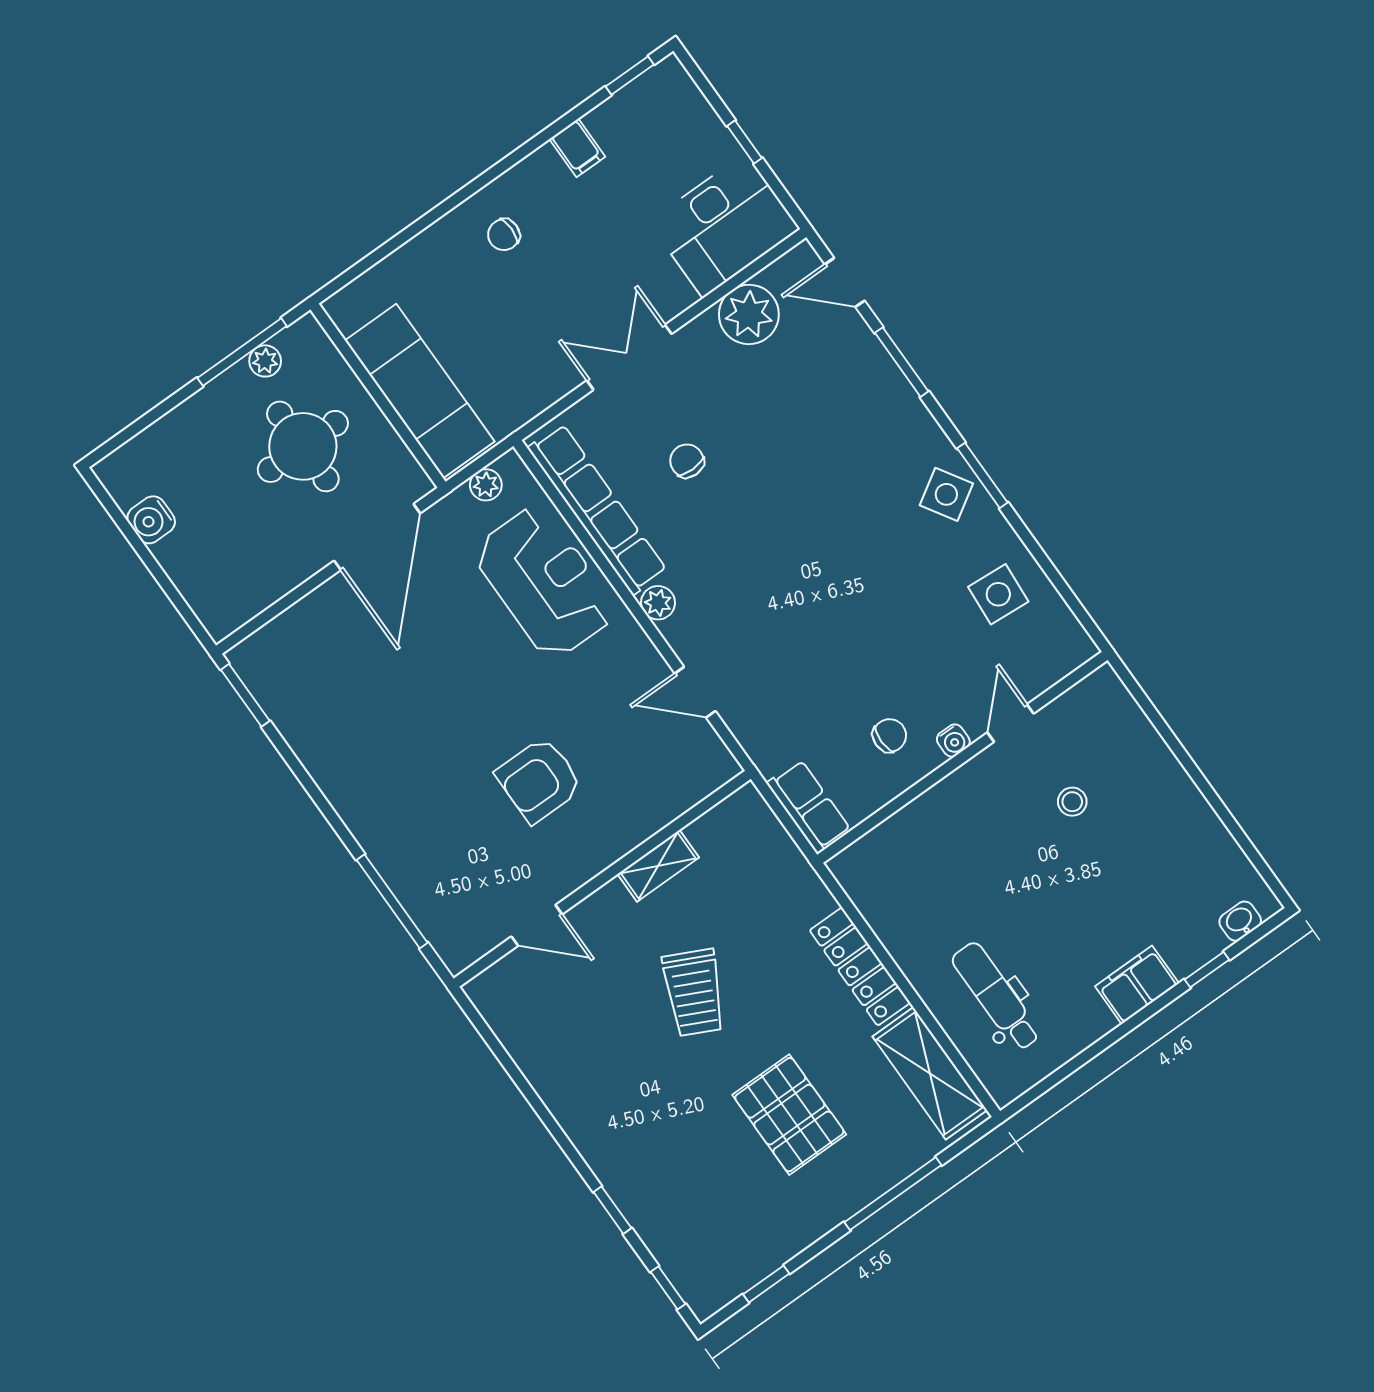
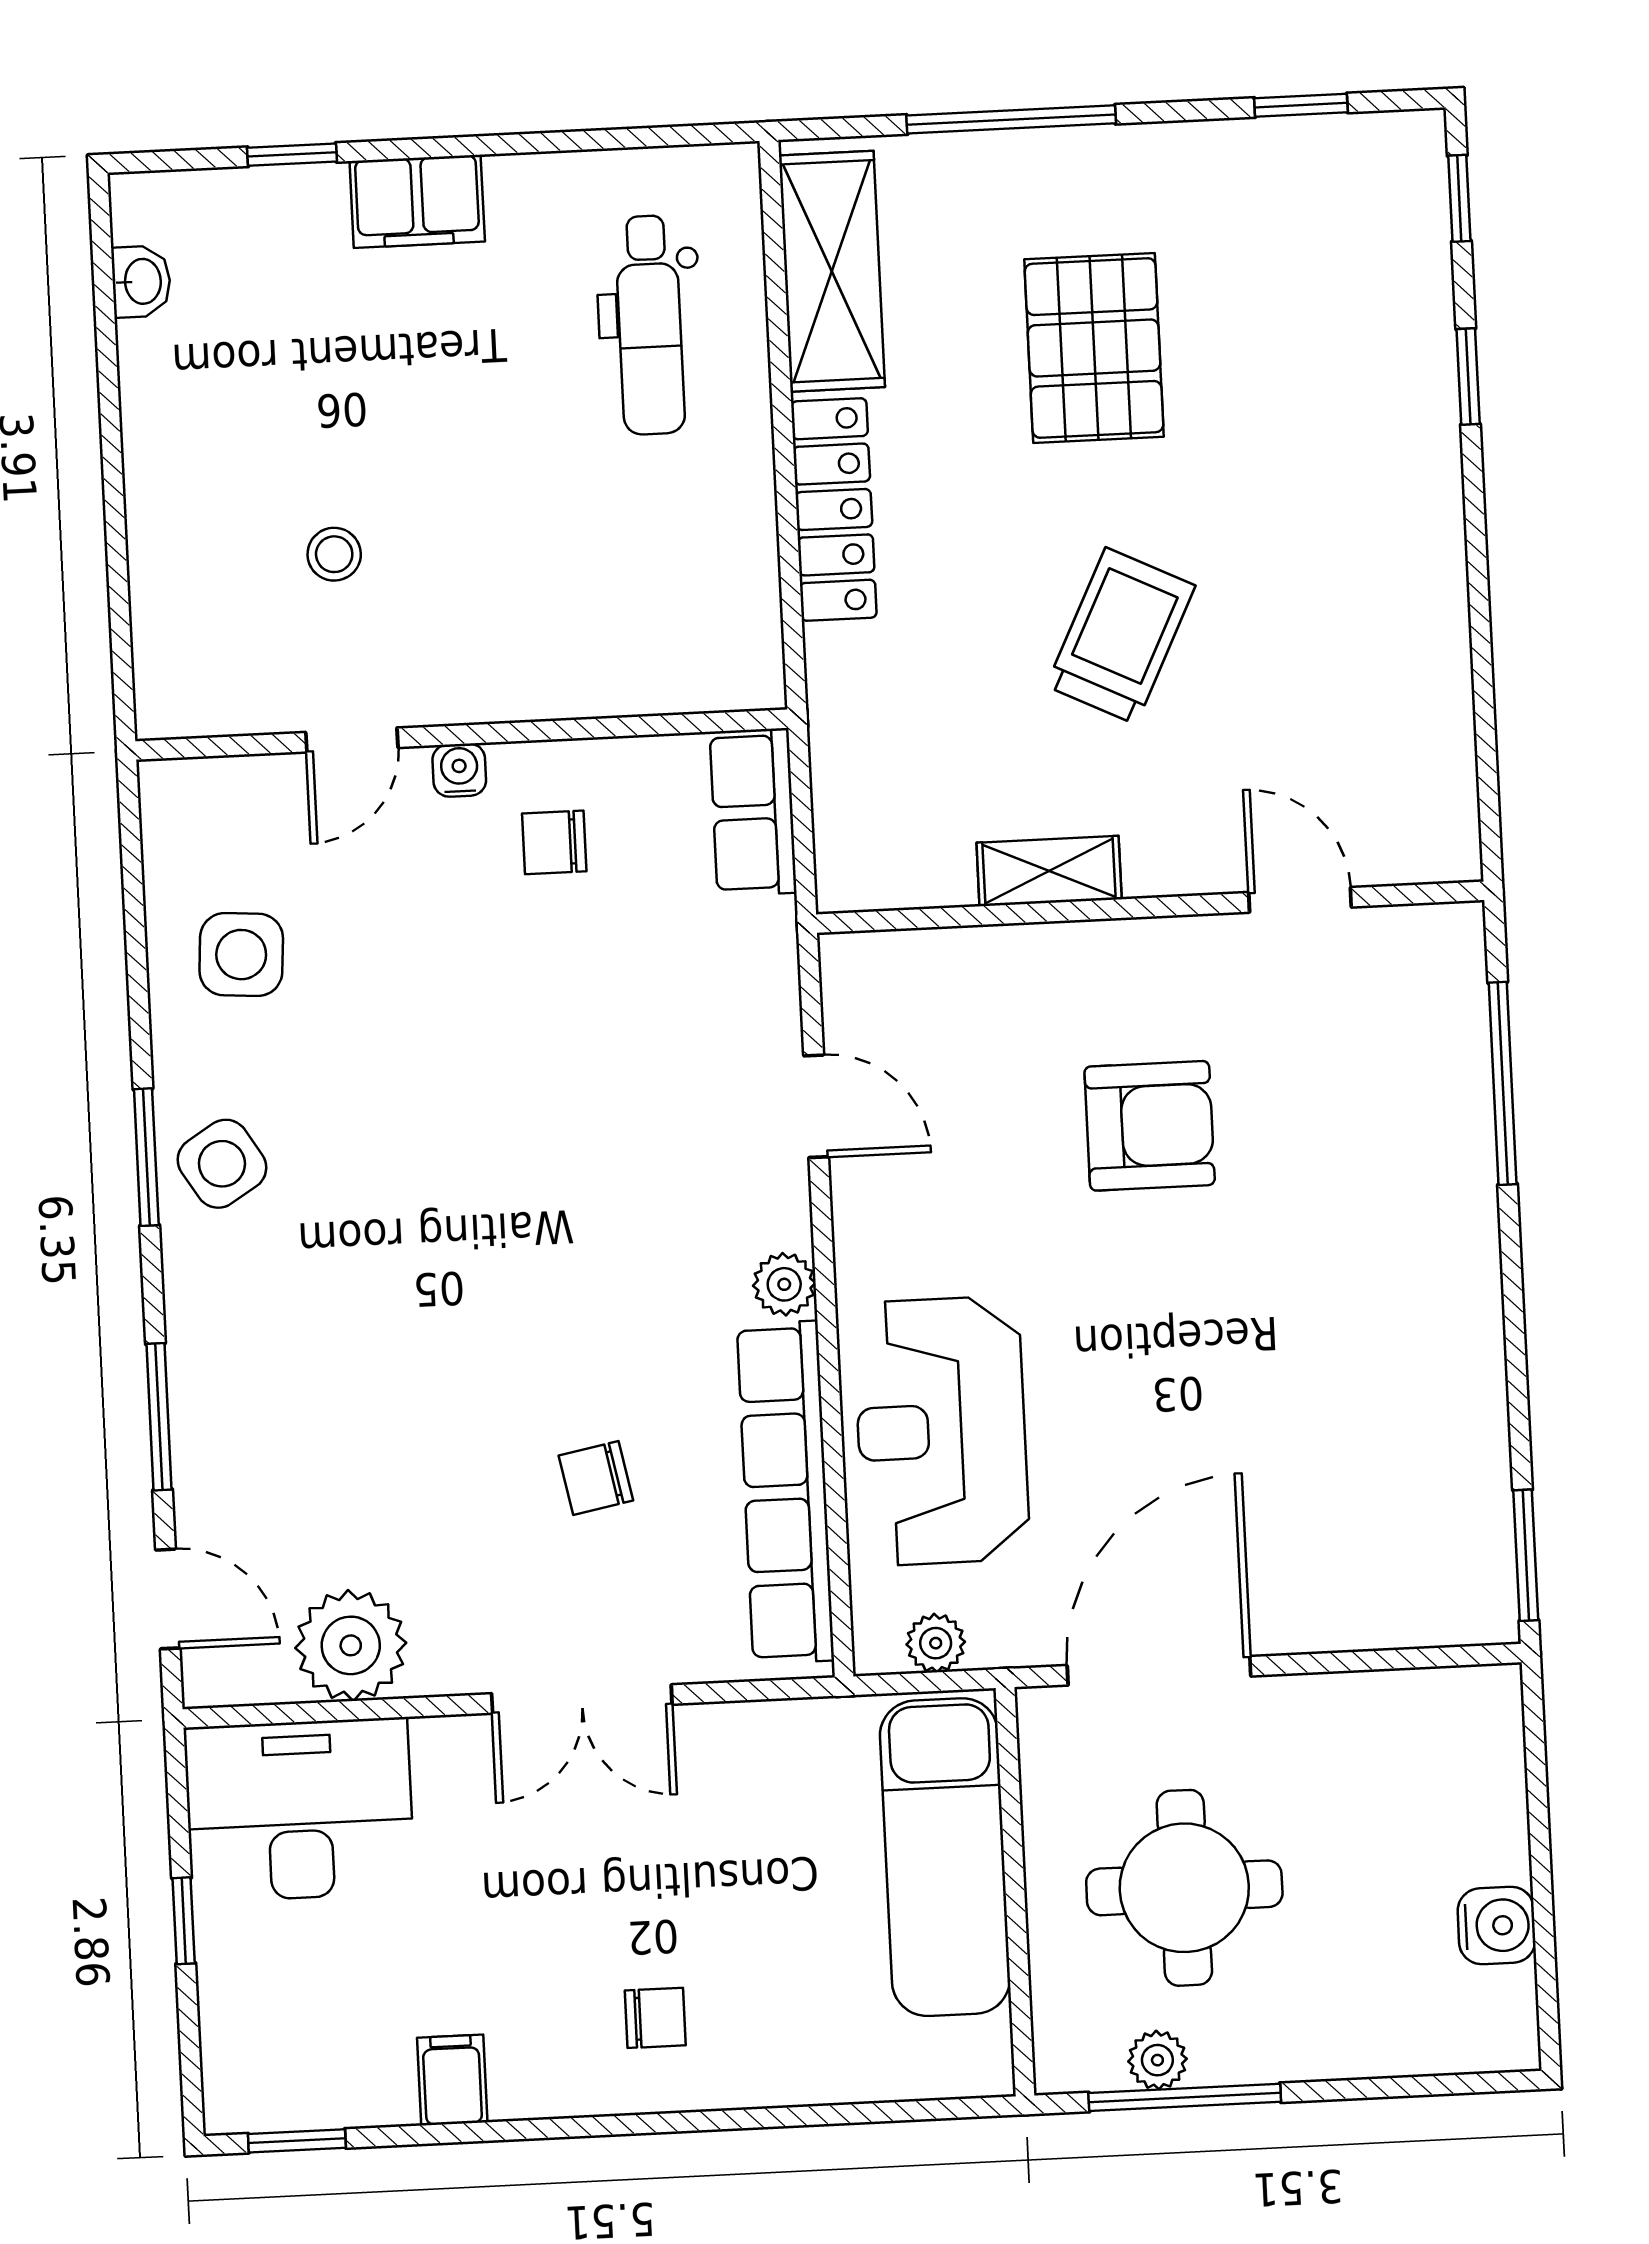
chair: (687, 461) -> (596, 1478), turned 79
washbasin: (1240, 921) -> (141, 281), moved, turned -90

